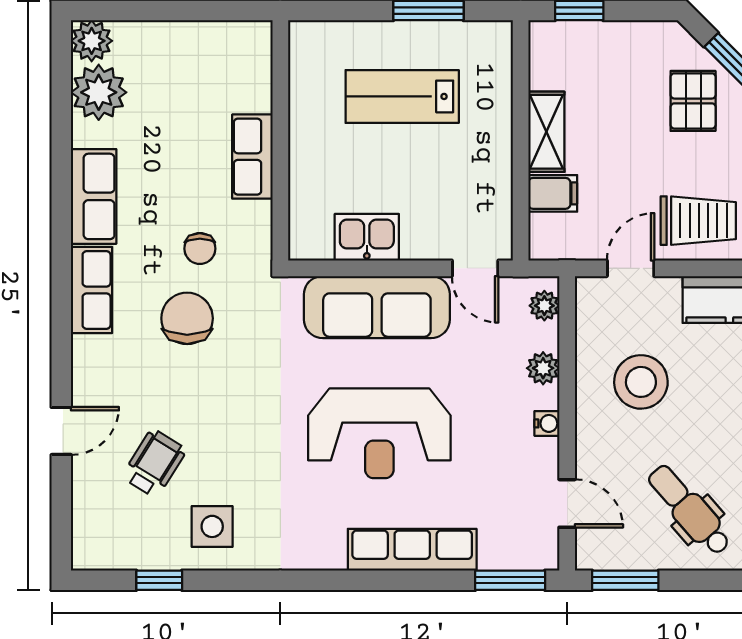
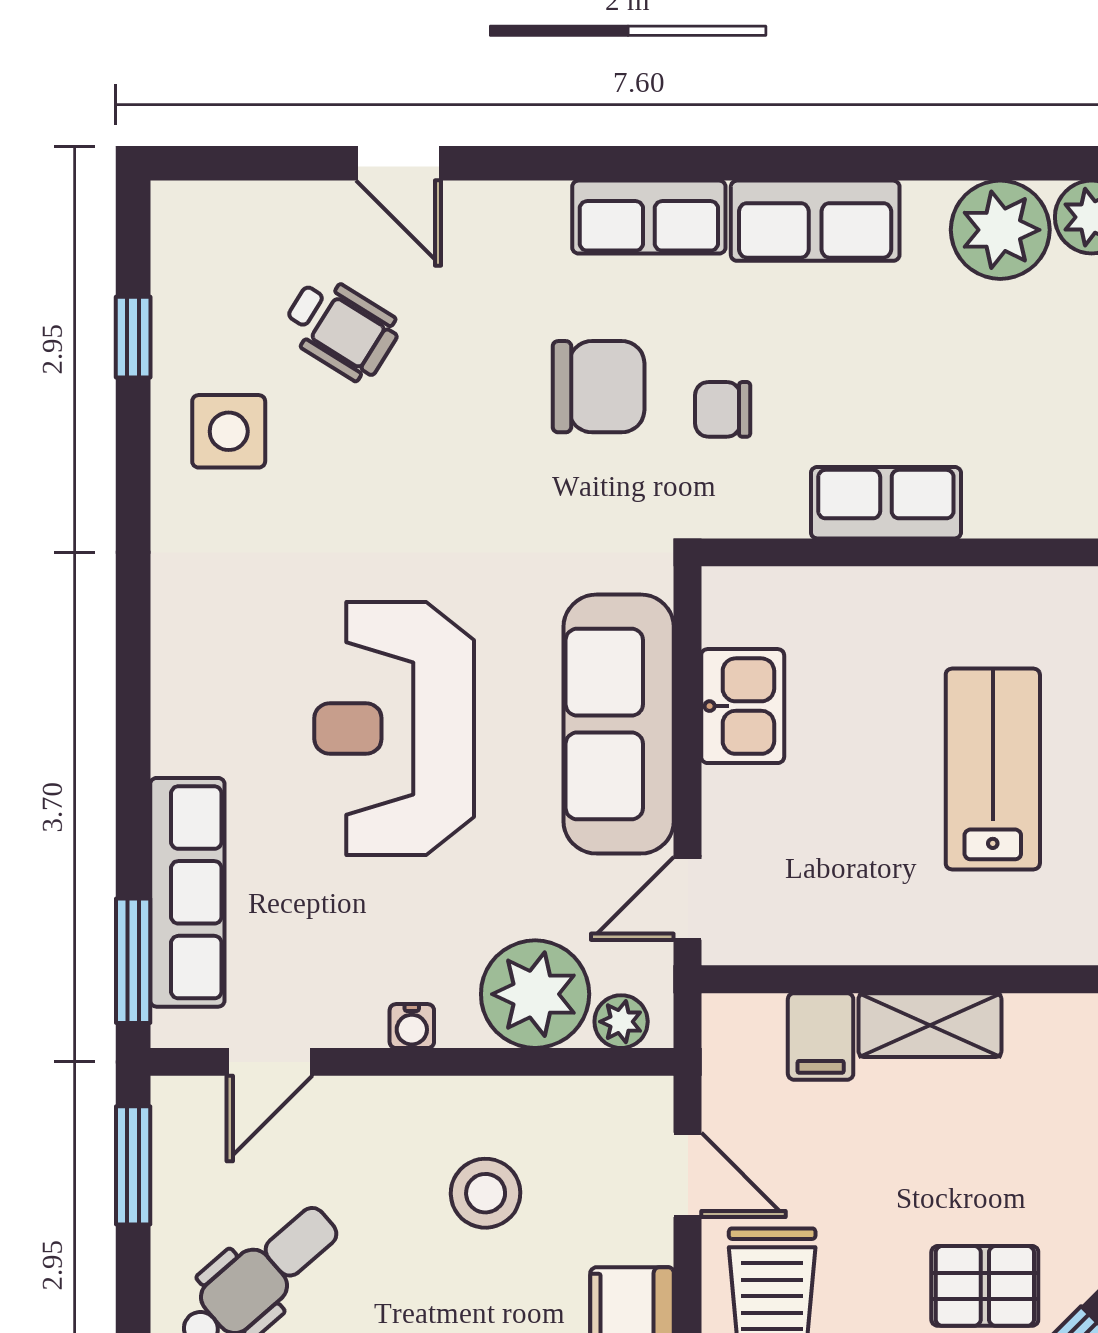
plant: (543, 368) -> (535, 994), width x1.88, depth x1.88
stool: (641, 382) -> (486, 1193), width x0.73, depth x0.73
row of seats: (412, 550) -> (187, 892), moved

